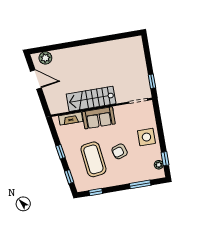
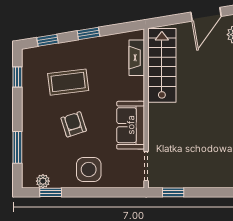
stairs: (91, 99) -> (162, 65), moved
sofa: (99, 118) -> (131, 125), moved
coffee table: (93, 159) -> (68, 82), width x0.73, depth x0.76

